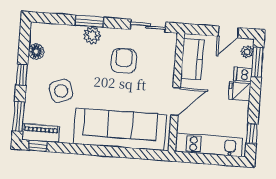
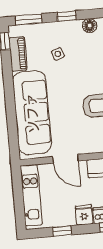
side table: (61, 91) -> (58, 54), width x0.54, depth x0.54
piano: (41, 133) -> (18, 54), moved
window: (252, 134) -> (62, 231), moved

